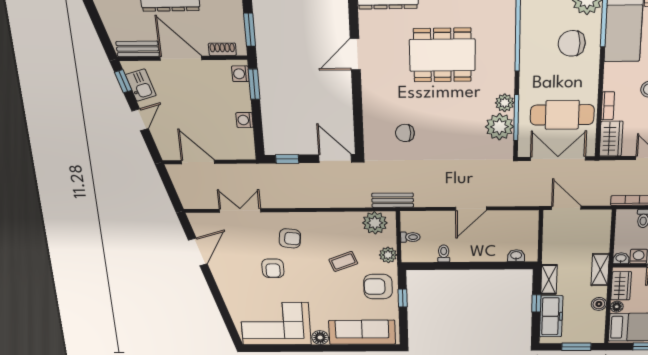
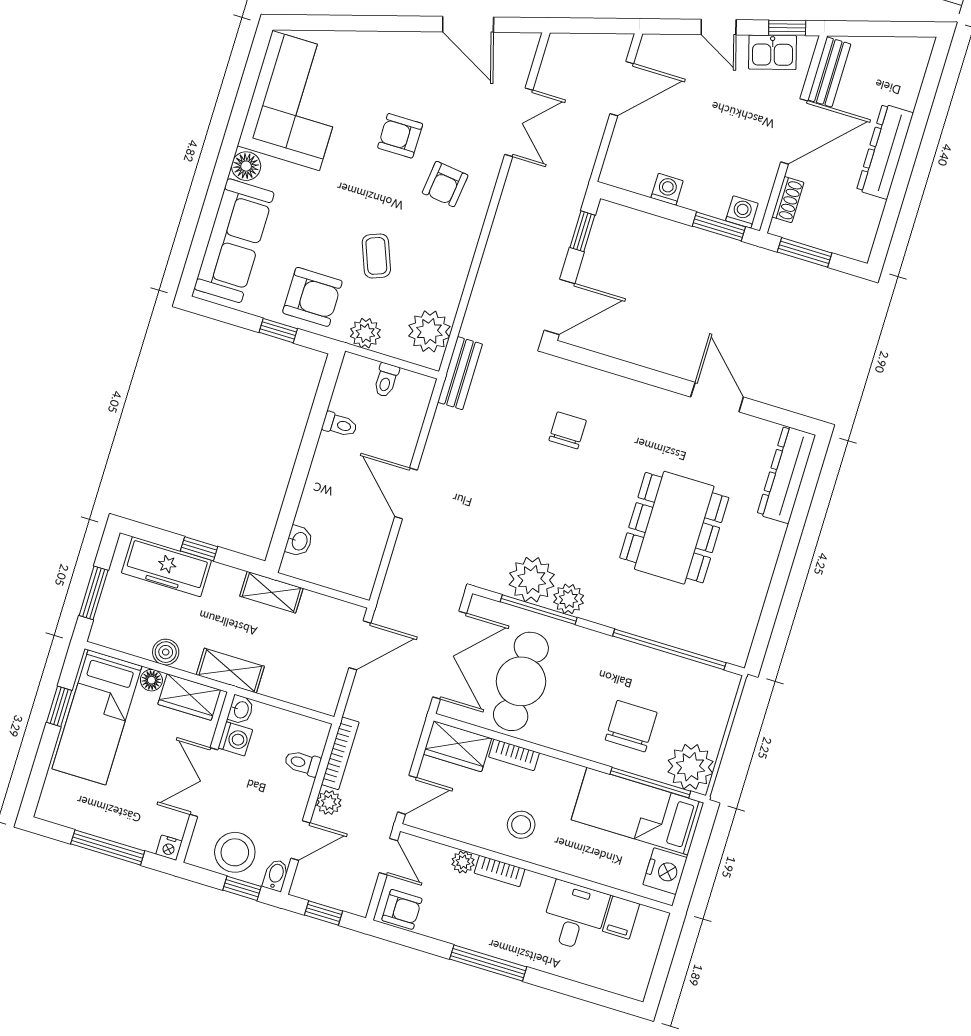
shelving: (549, 280) -> (271, 592), moved
armchair: (378, 287) -> (312, 297), turned 90

